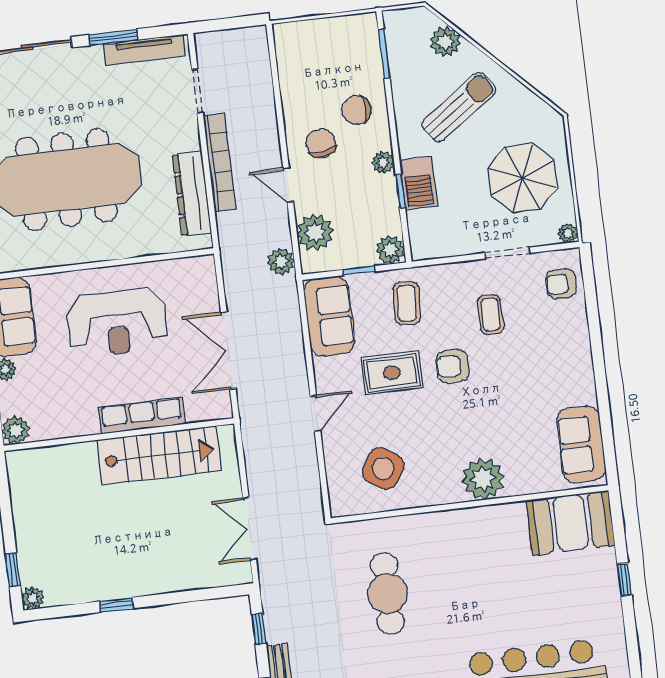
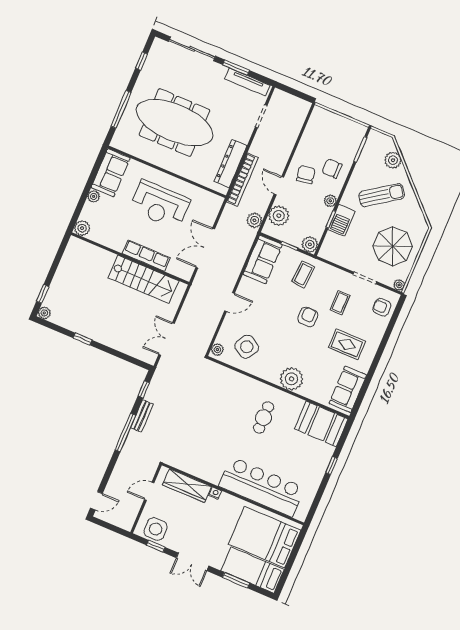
bookcase: (220, 162) -> (242, 180), moved
armchair: (453, 366) -> (308, 317), turned 90
rug: (392, 373) -> (347, 344), moved
plant: (339, 500) -> (217, 350), added
cafe table: (388, 594) -> (264, 418), moved, width x0.73, depth x0.74

